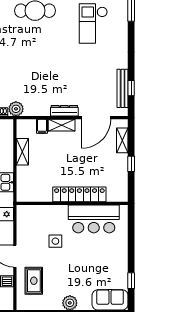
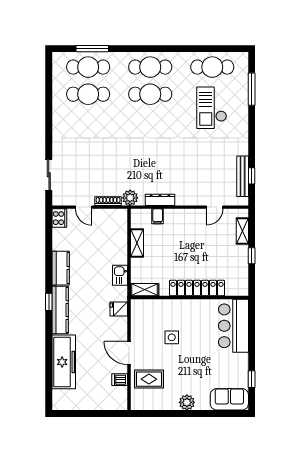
dresser: (64, 111) -> (160, 200), moved
door: (96, 118) -> (215, 207), width x0.53
shelving: (62, 125) -> (145, 290), moved
bar counter: (94, 219) -> (233, 326), moved, turned 90
rug: (34, 281) -> (149, 379), turned 90

